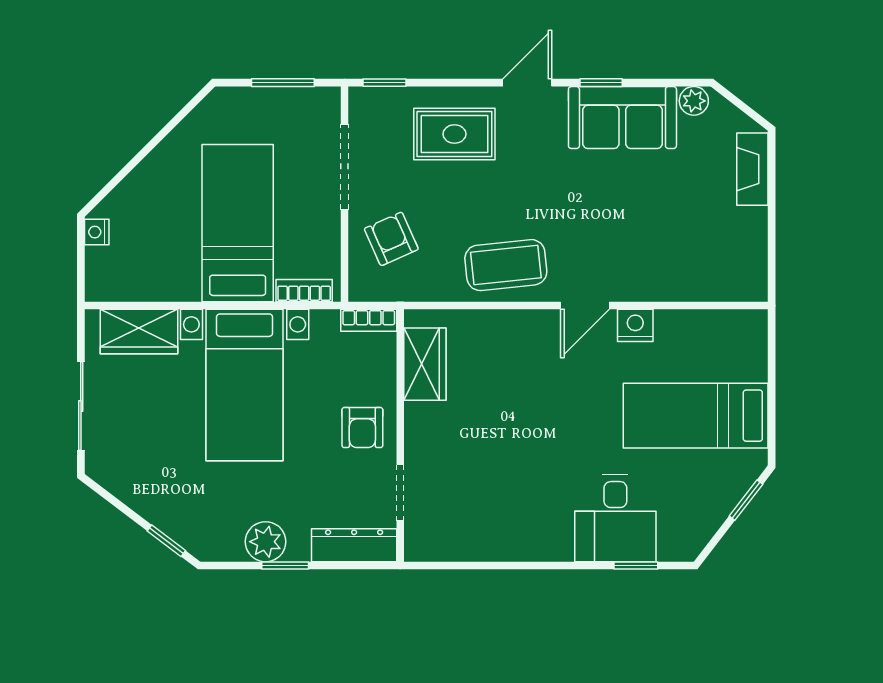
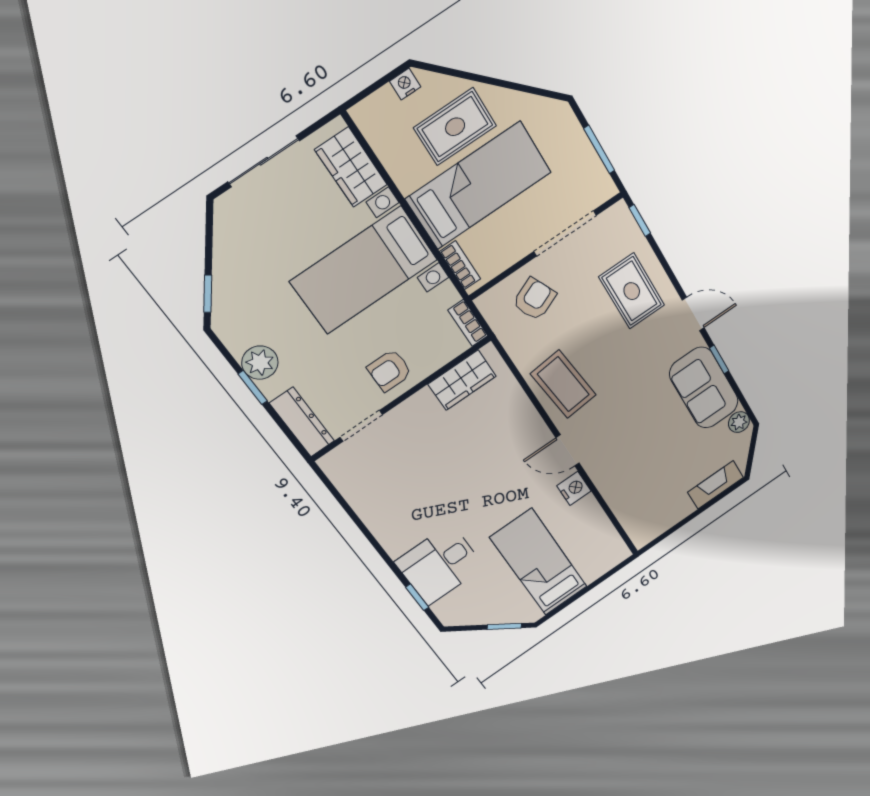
rug: (166, 210) -> (455, 127), added

